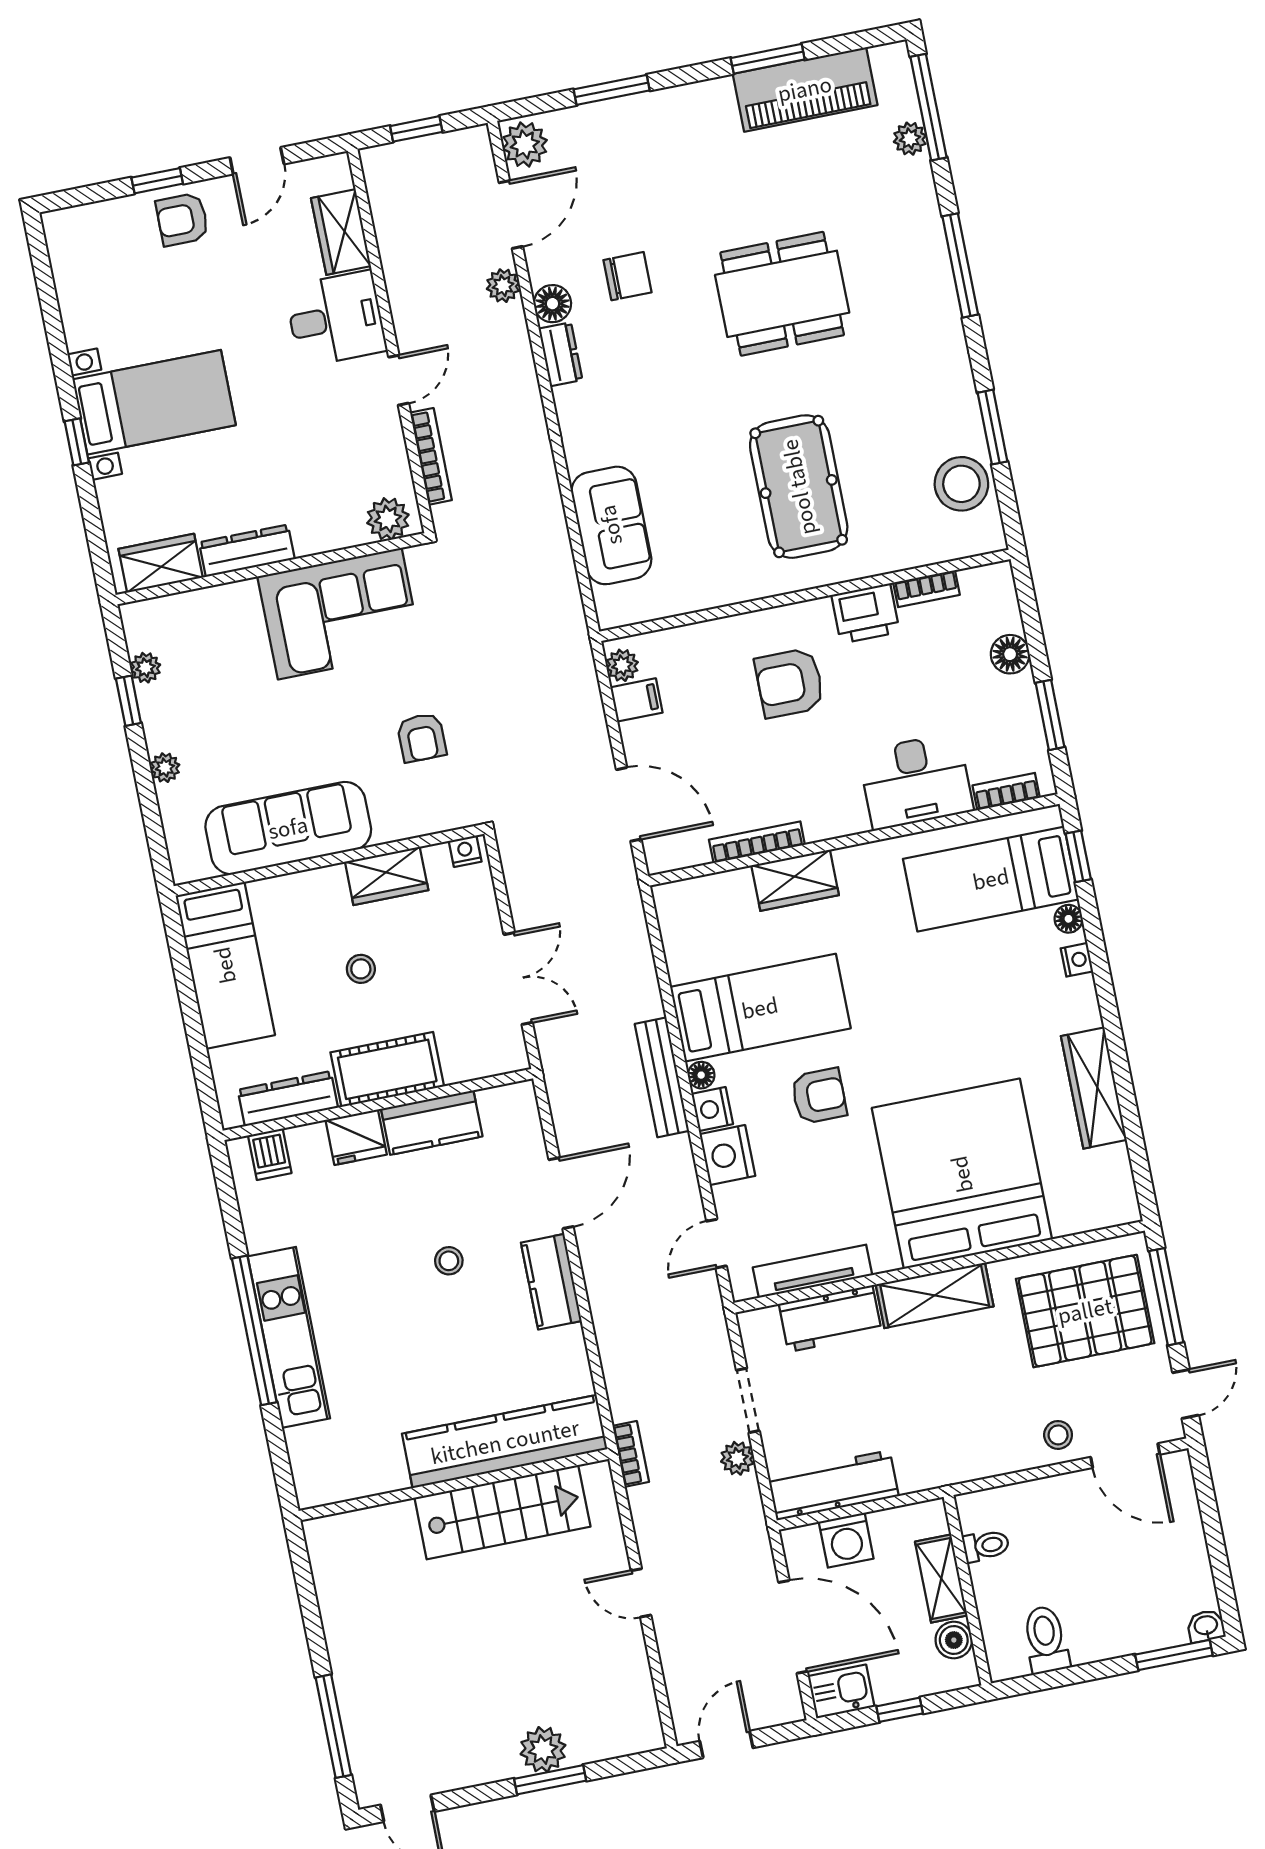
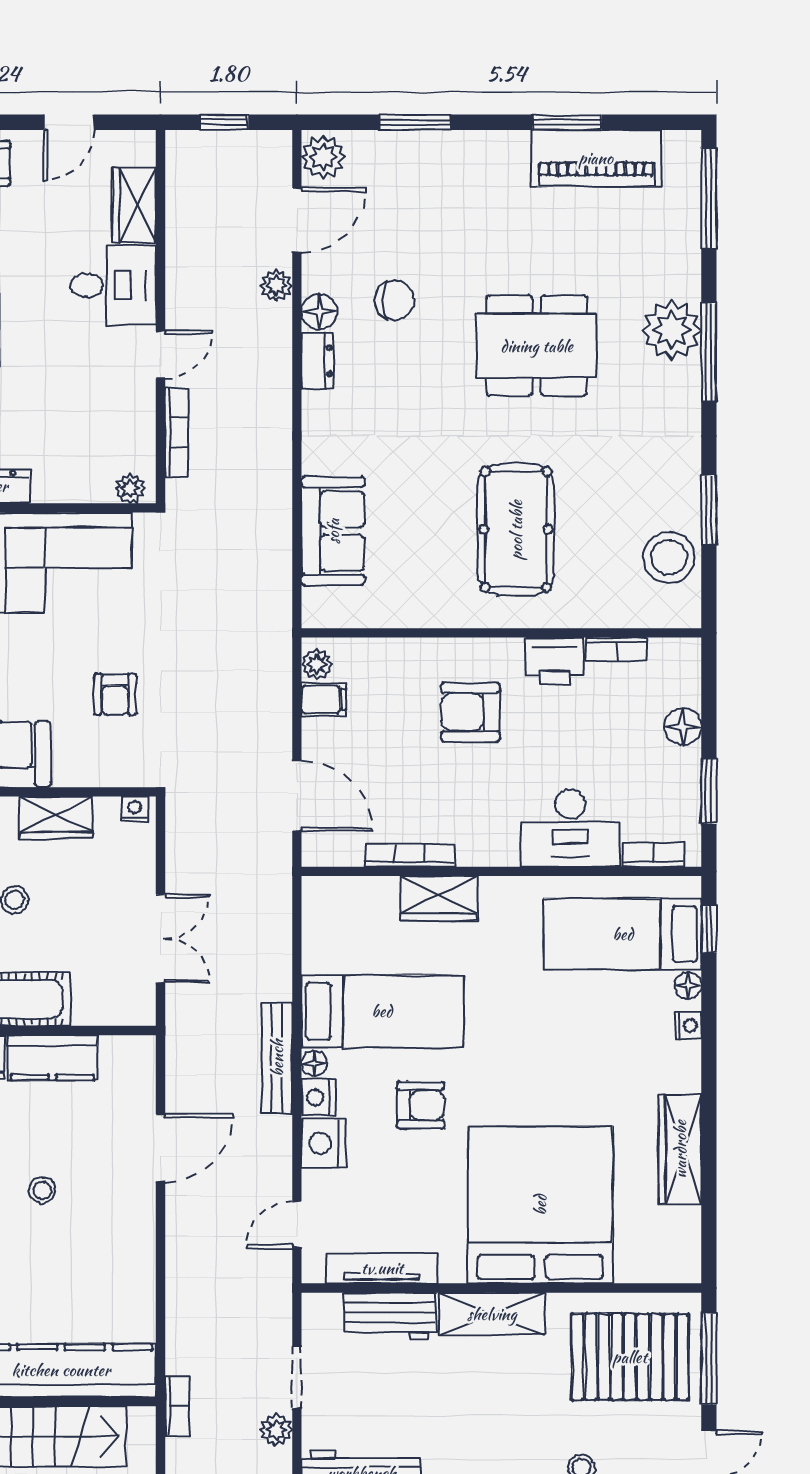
plant: (910, 139) -> (672, 330), moved, width x1.87, depth x1.87
plant: (388, 519) -> (130, 488), width x0.73, depth x0.73
kitchen counter: (551, 1282) -> (135, 1229), removed

